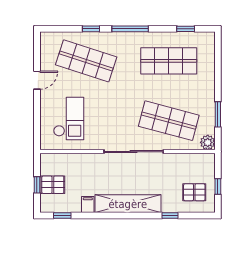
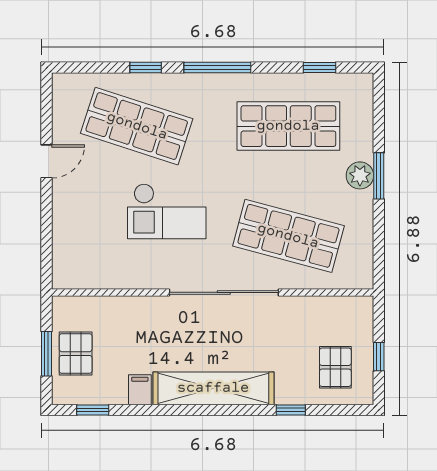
window: (218, 114) -> (379, 176), moved
checkout: (69, 118) -> (167, 211), moved, turned 90
plant: (208, 142) -> (360, 175), moved
window: (37, 185) -> (46, 354), width x1.50
pallet: (53, 185) -> (76, 354), turned 90
pallet: (194, 192) -> (335, 367), turned 90

